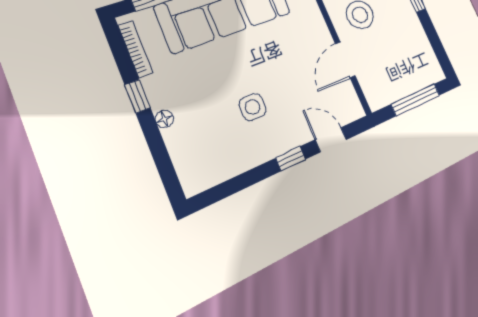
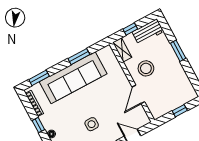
window: (416, 100) -> (180, 111), width x0.46

